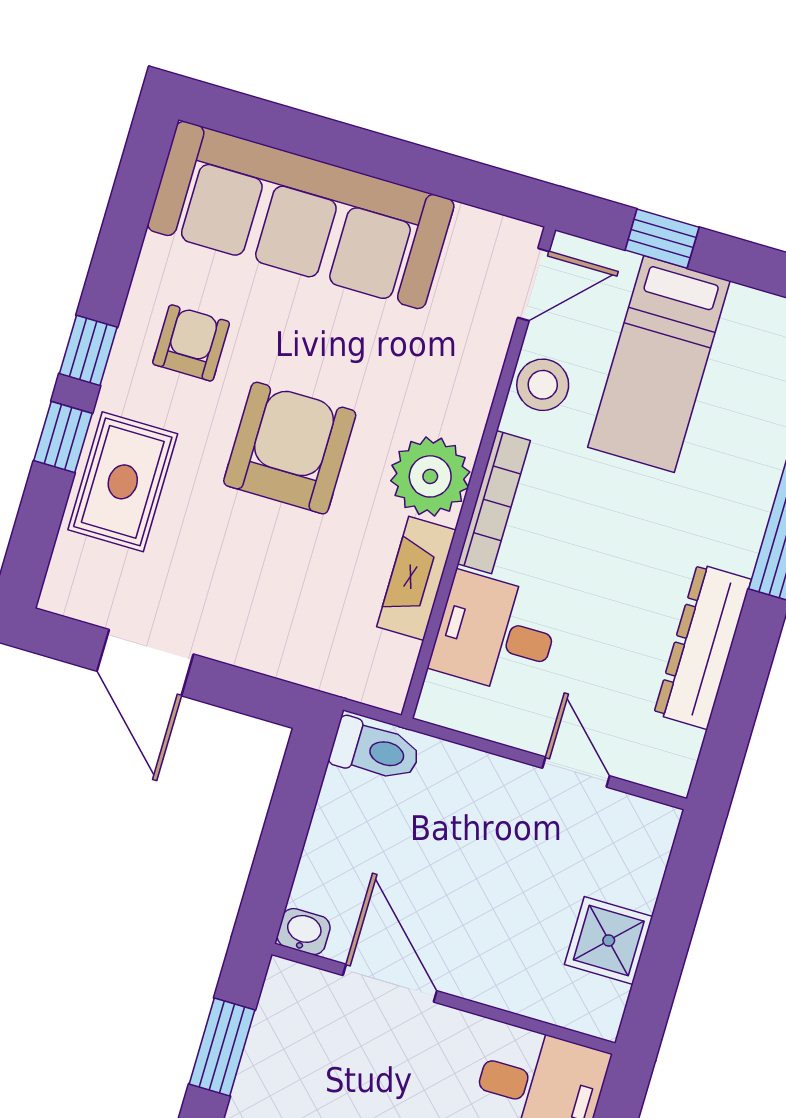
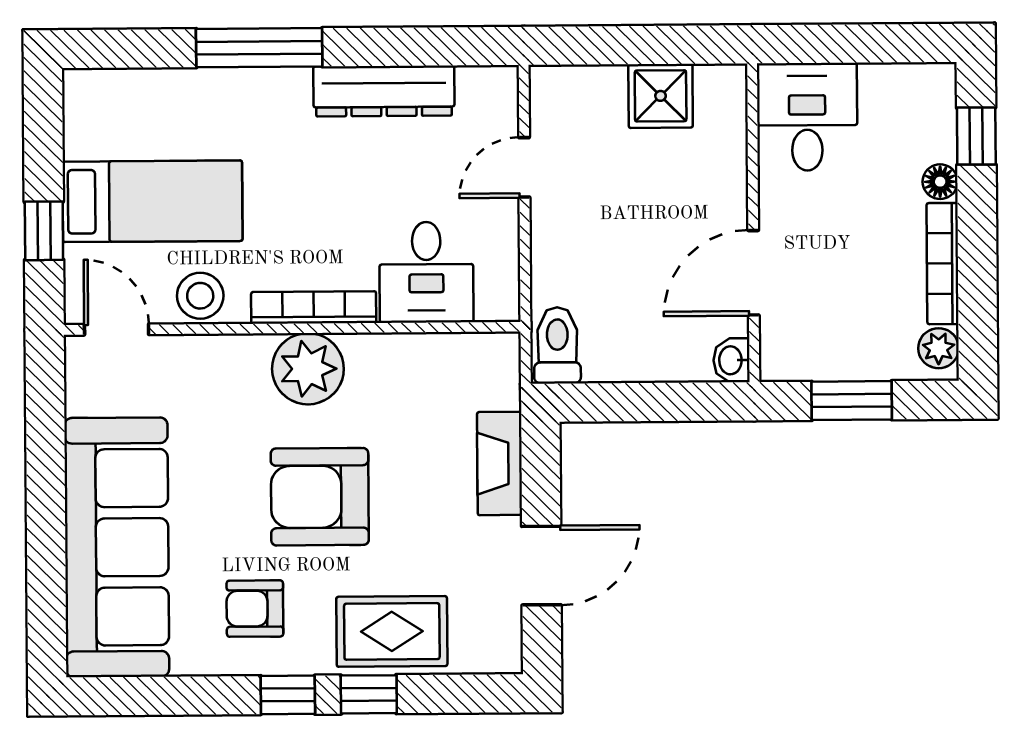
fireplace: (416, 578) -> (500, 463), moved, turned 90

